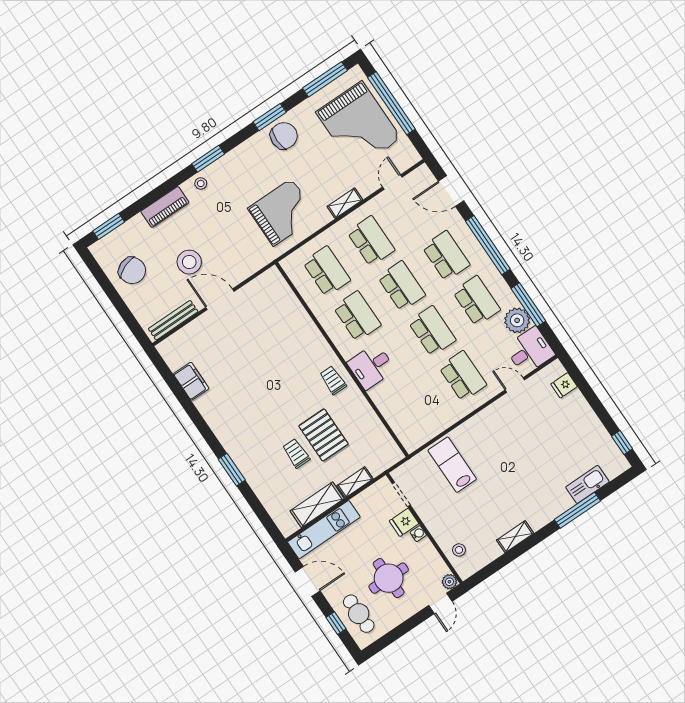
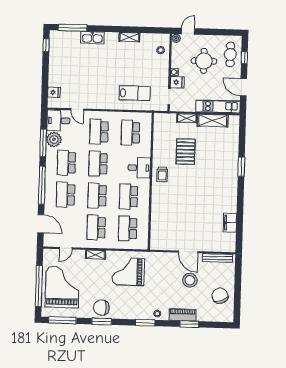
window: (109, 226) -> (189, 324), moved
school desk: (418, 406) -> (130, 133), added
trolley: (296, 453) -> (205, 152), removed
lab bench: (452, 465) -> (135, 93), turned -90
kitchen sink: (587, 484) -> (92, 38), moved
window: (577, 510) -> (73, 28), moved

